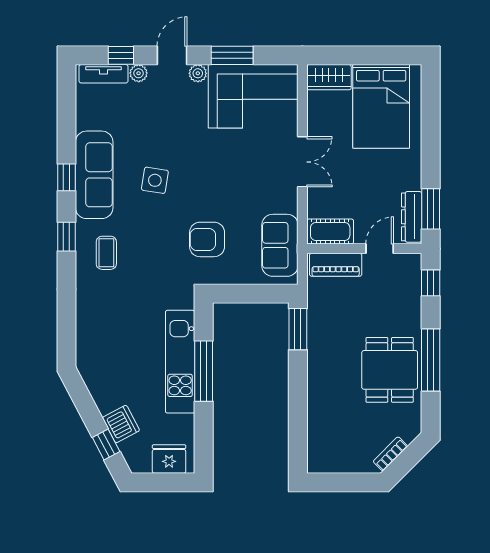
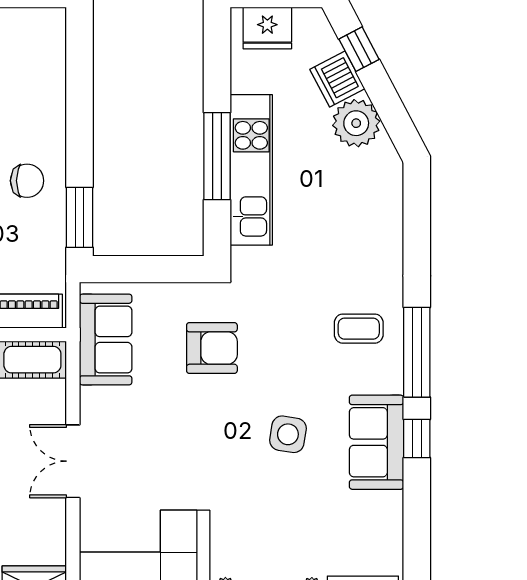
sofa: (94, 175) -> (376, 442), width x0.73
window: (66, 237) -> (417, 352), width x2.17
coffee table: (106, 253) -> (359, 329), turned 90
chair: (334, 354) -> (27, 181), added
plant: (108, 394) -> (356, 123), added

